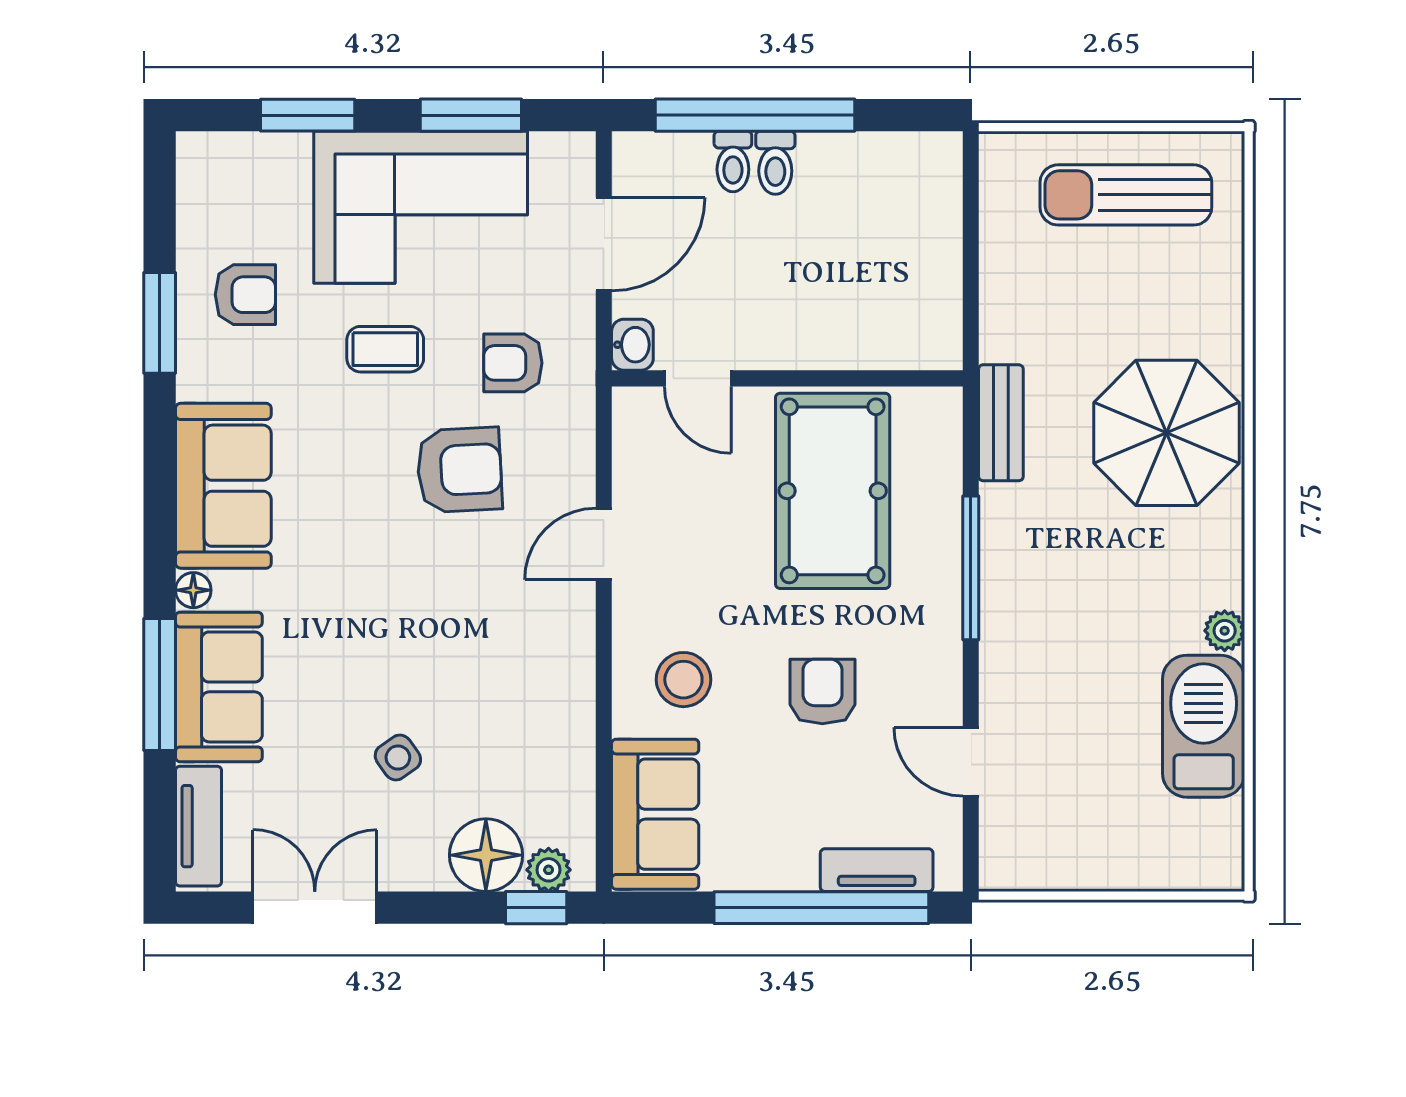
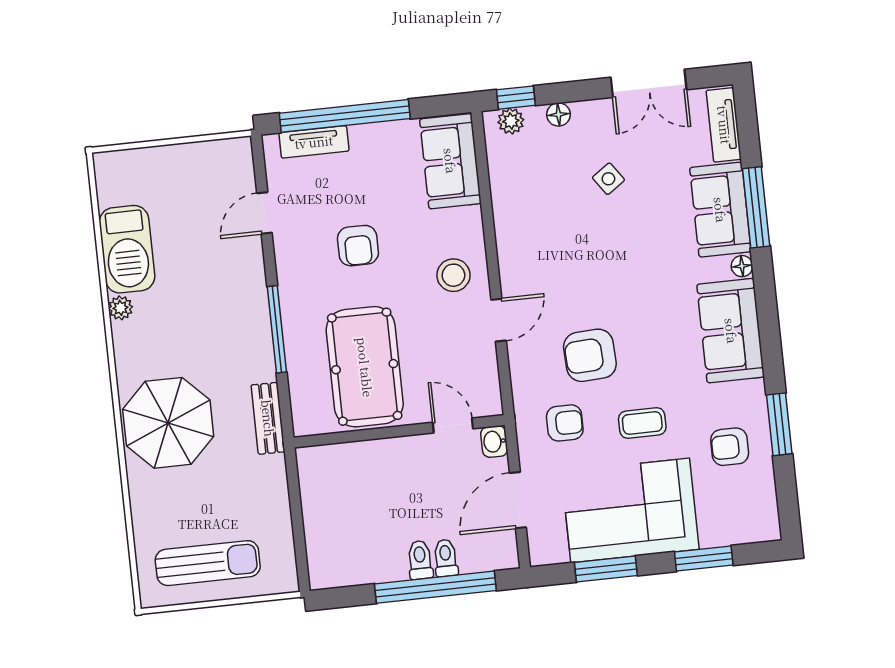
stool: (683, 680) -> (453, 275), moved
door: (971, 762) -> (264, 213), swing flipped
floor lamp: (486, 855) -> (558, 114), width x0.53, depth x0.53

